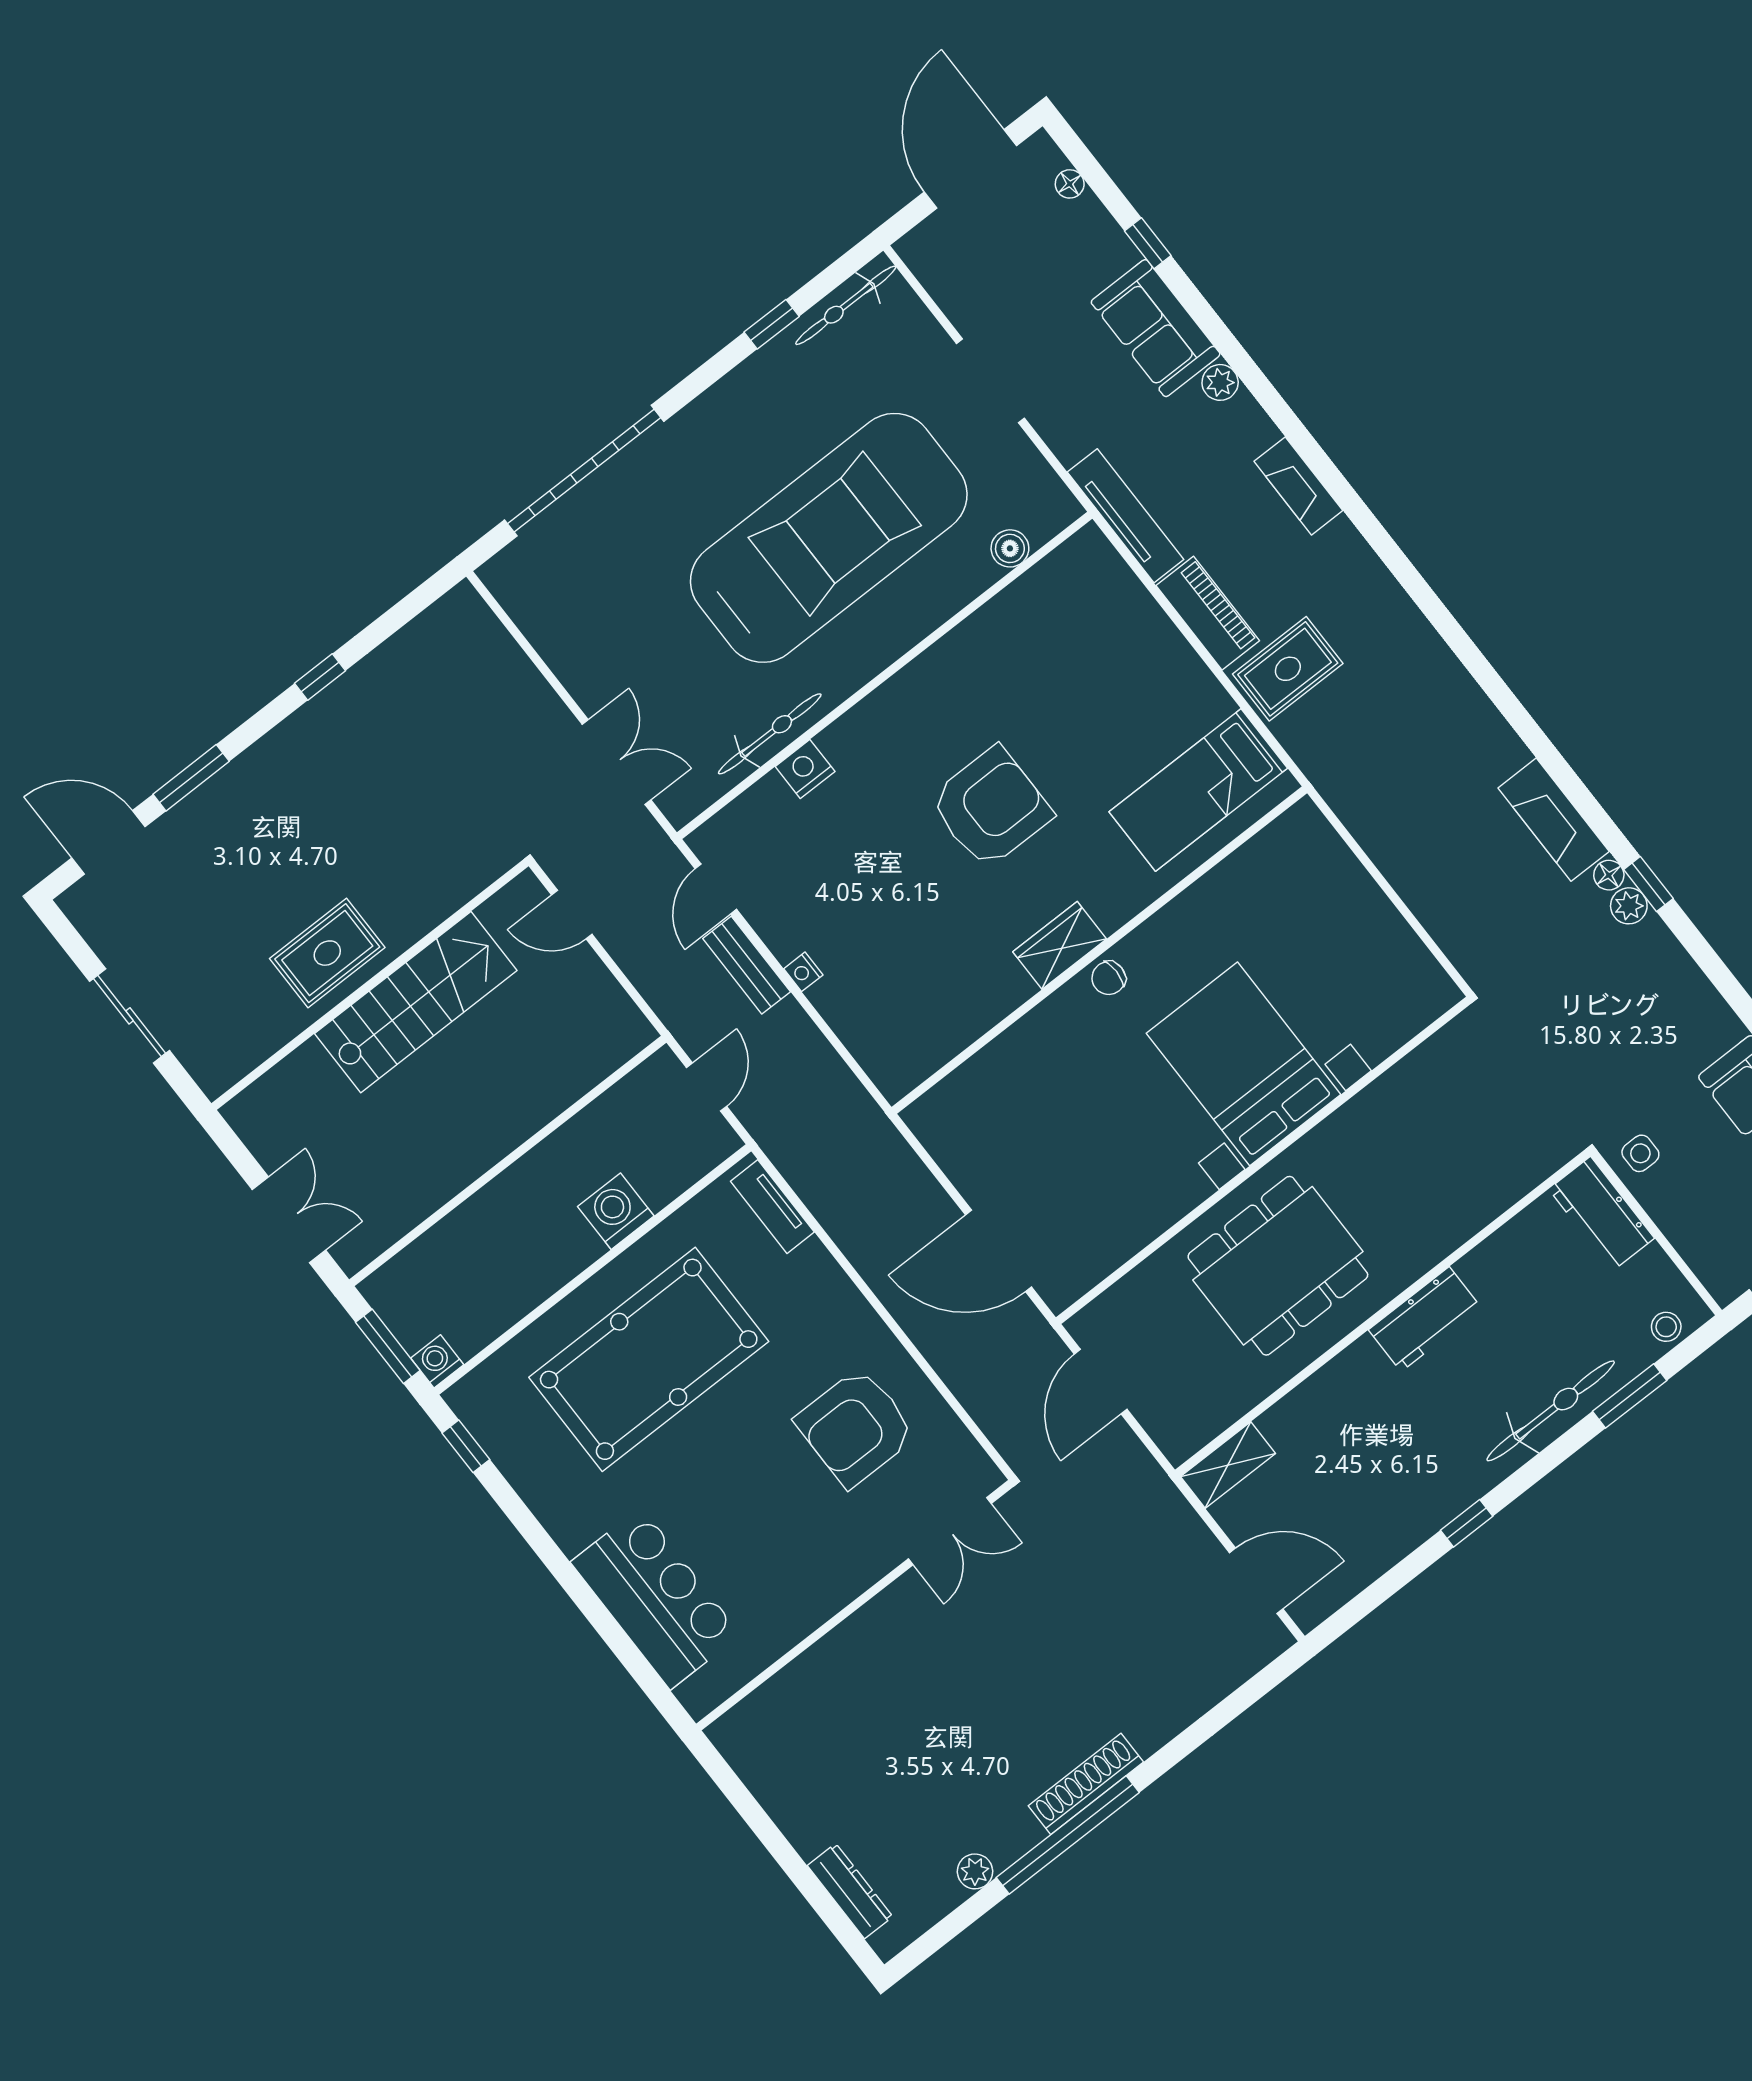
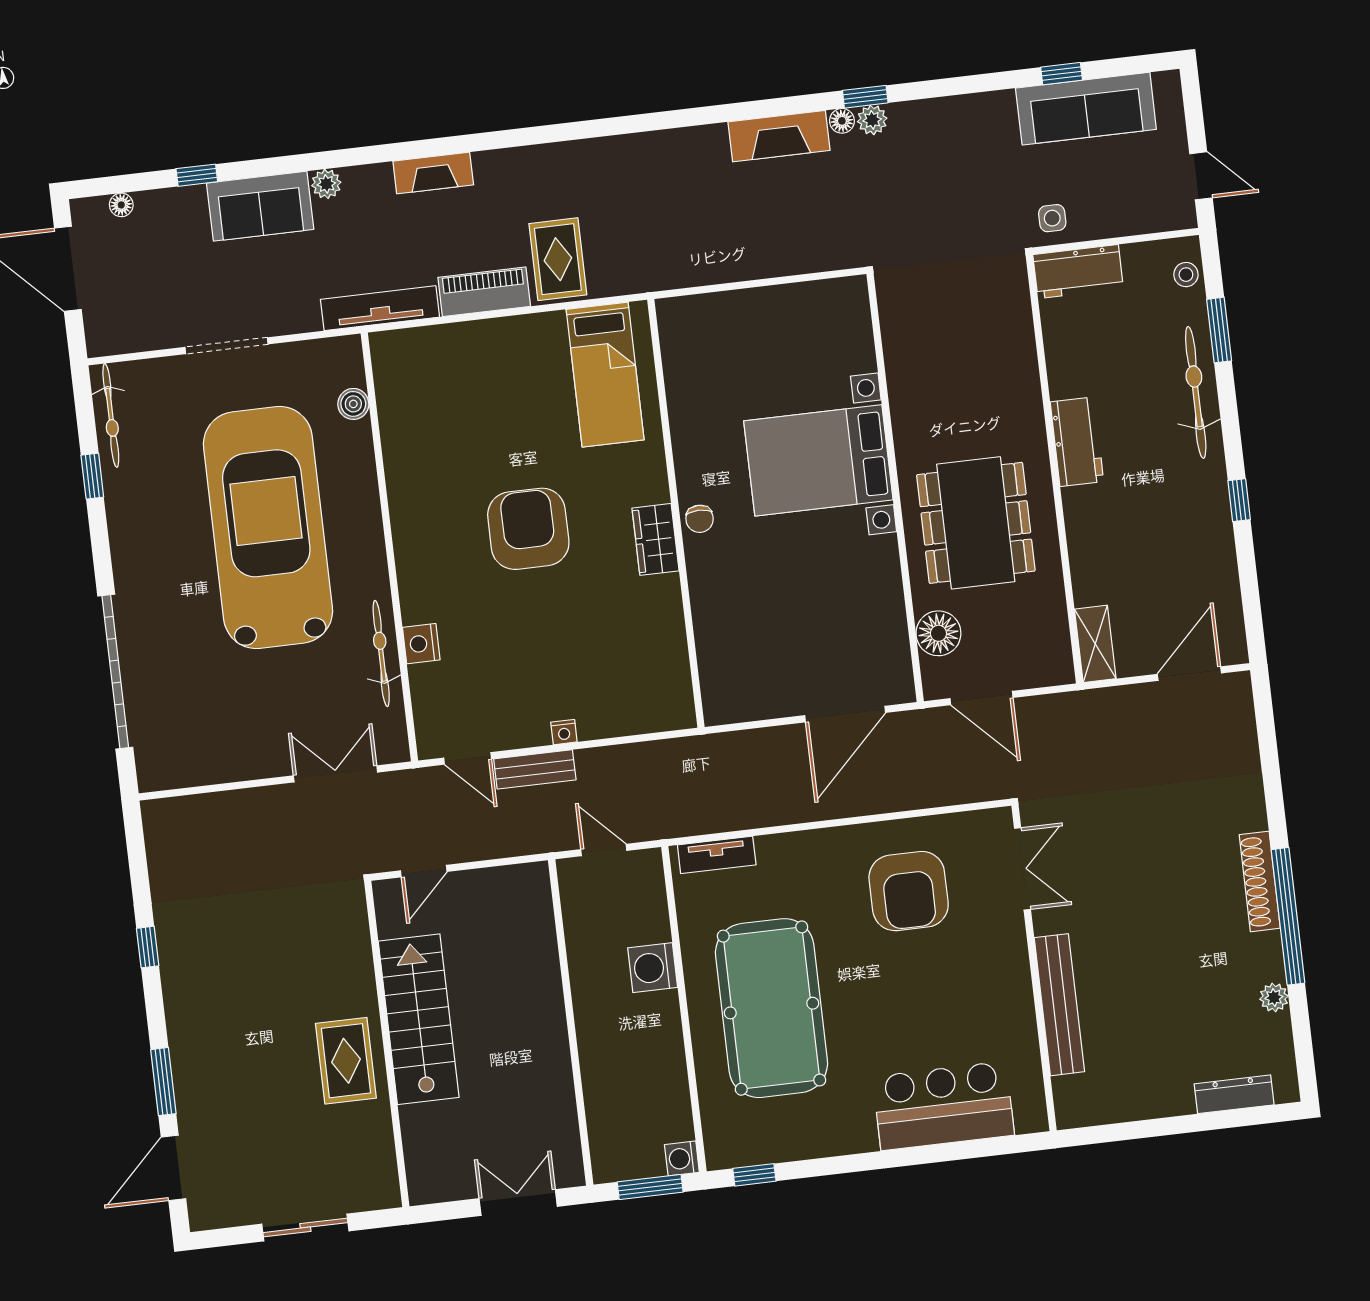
floor lamp: (1140, 1296) -> (938, 633), added
bench: (833, 1654) -> (1059, 1005), added

